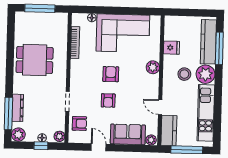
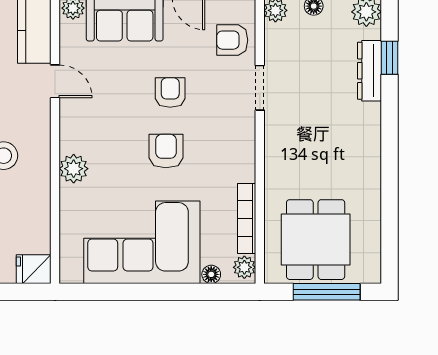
plant: (77, 21) -> (244, 267), added
fridge: (171, 48) -> (34, 269), moved
dining table: (35, 60) -> (316, 240), moved, turned 90
armchair: (111, 74) -> (166, 151), turned 180
window: (8, 113) -> (389, 58), width x0.46

